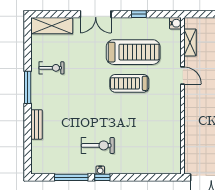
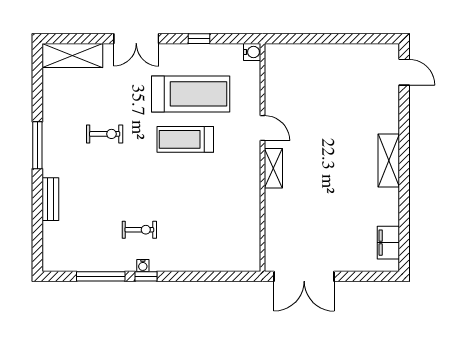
shelving: (190, 42) -> (273, 168), moved
exercise bike: (51, 68) -> (105, 134), moved
exercise bike: (98, 145) -> (139, 230), width x0.73, depth x0.72

